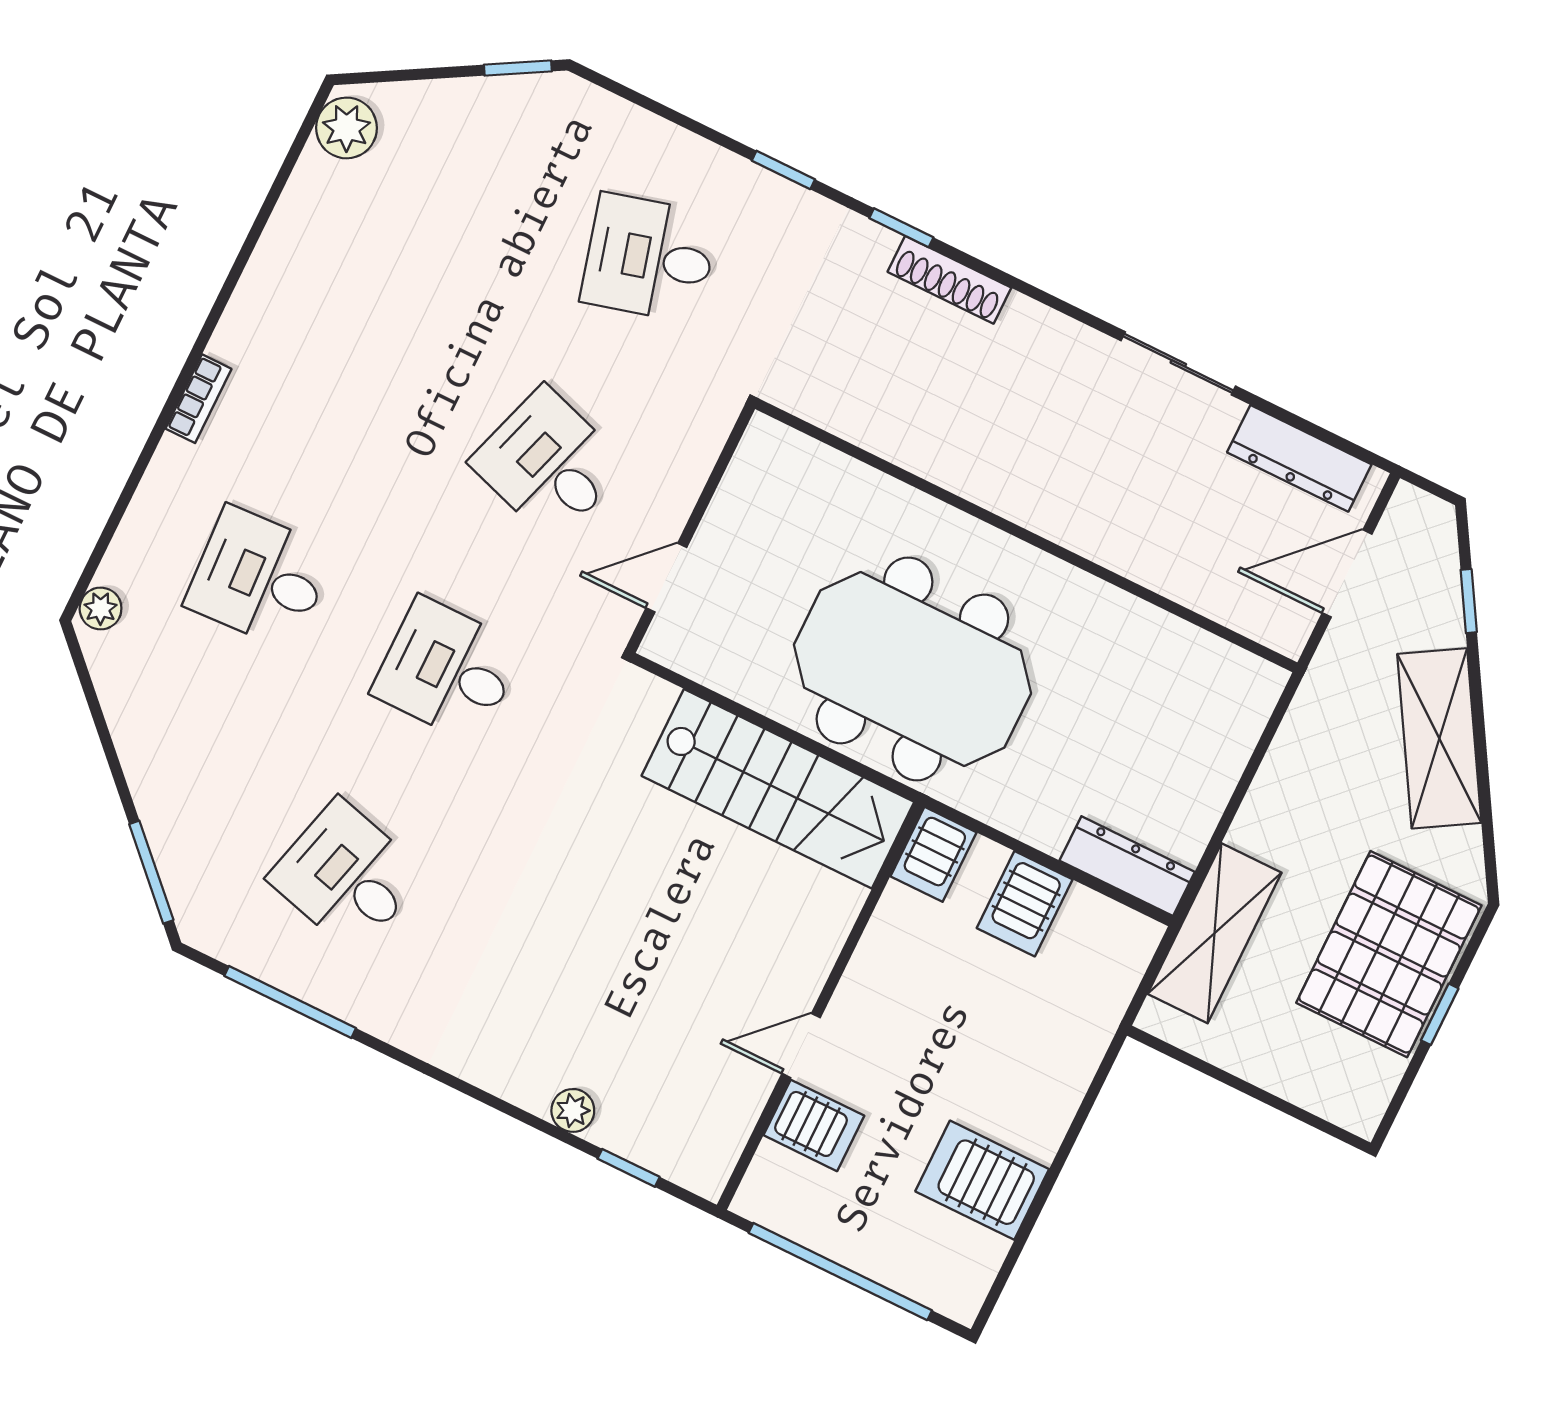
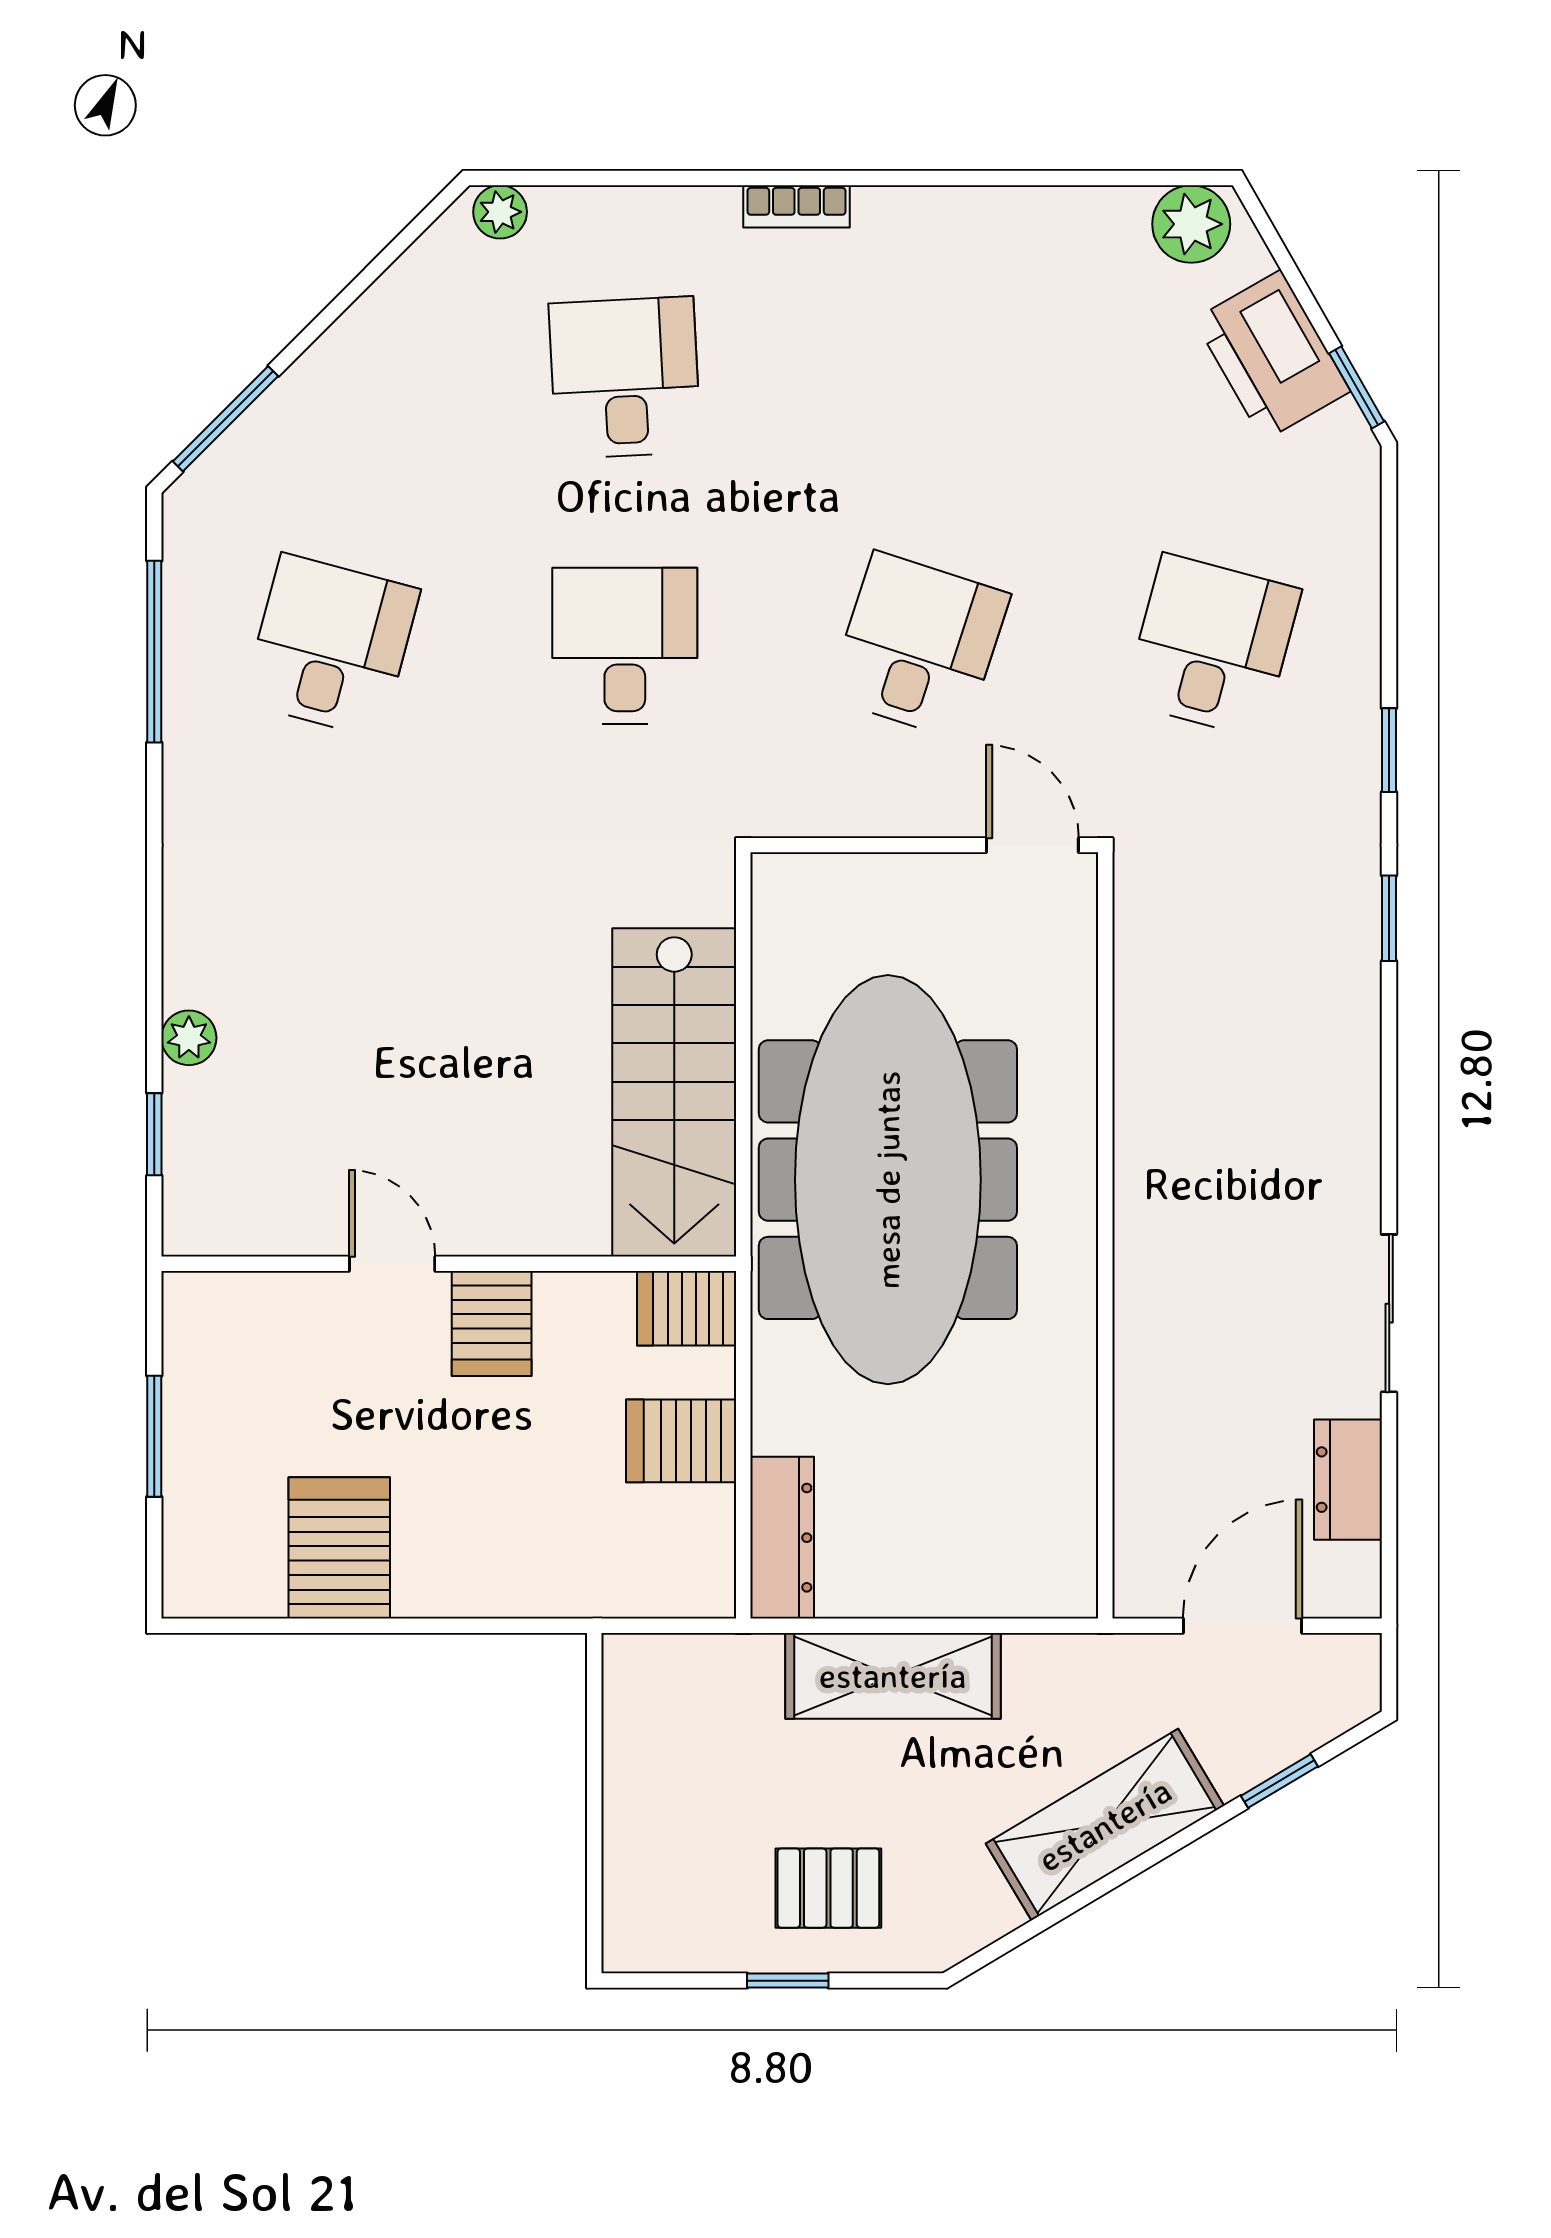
printer: (466, 116) -> (1272, 355), added
desk: (649, 258) -> (1212, 646), turned 30
shoe rack: (949, 280) -> (1356, 1003), removed
dresser: (1299, 458) -> (1348, 1480), width x0.70
door: (1347, 573) -> (1243, 1626), hinge flipped
door: (666, 578) -> (1032, 845), moved
meeting table: (912, 669) -> (888, 1180), width x1.36
shelving: (1214, 933) -> (893, 1676), moved
pallet: (1389, 954) -> (828, 1888), width x0.49, depth x0.50
server rack: (814, 1125) -> (492, 1324), moved
window: (840, 1272) -> (154, 1436), width x0.47

